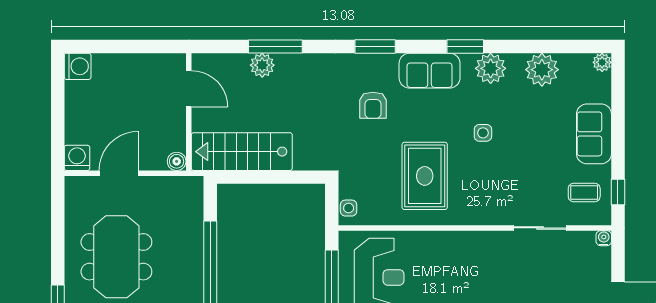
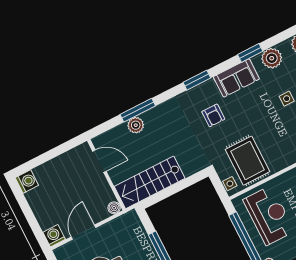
rug: (425, 176) -> (248, 161), moved

